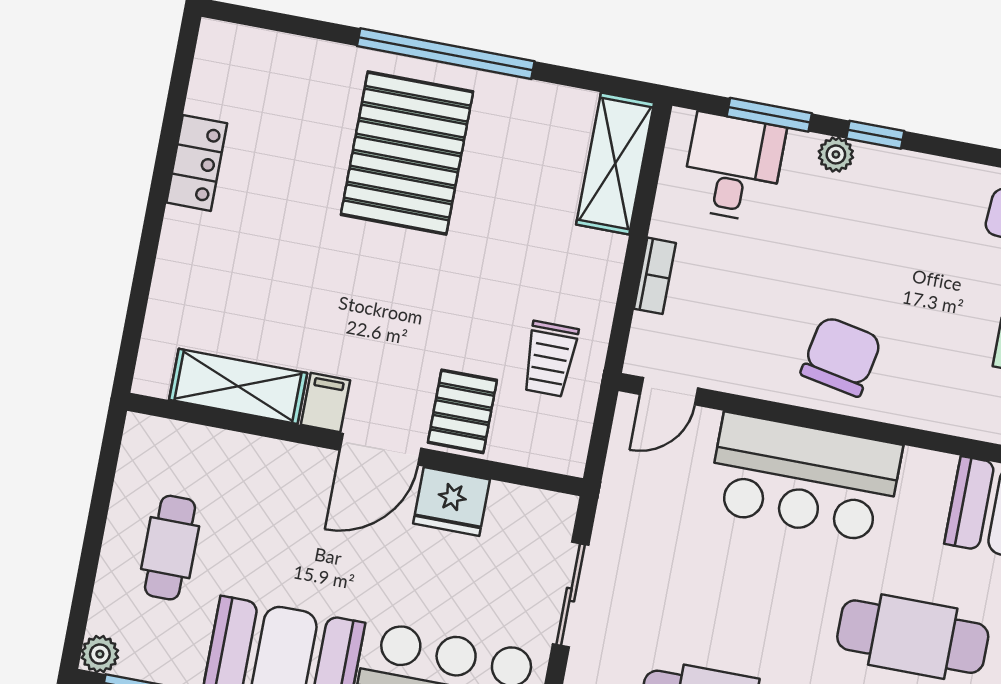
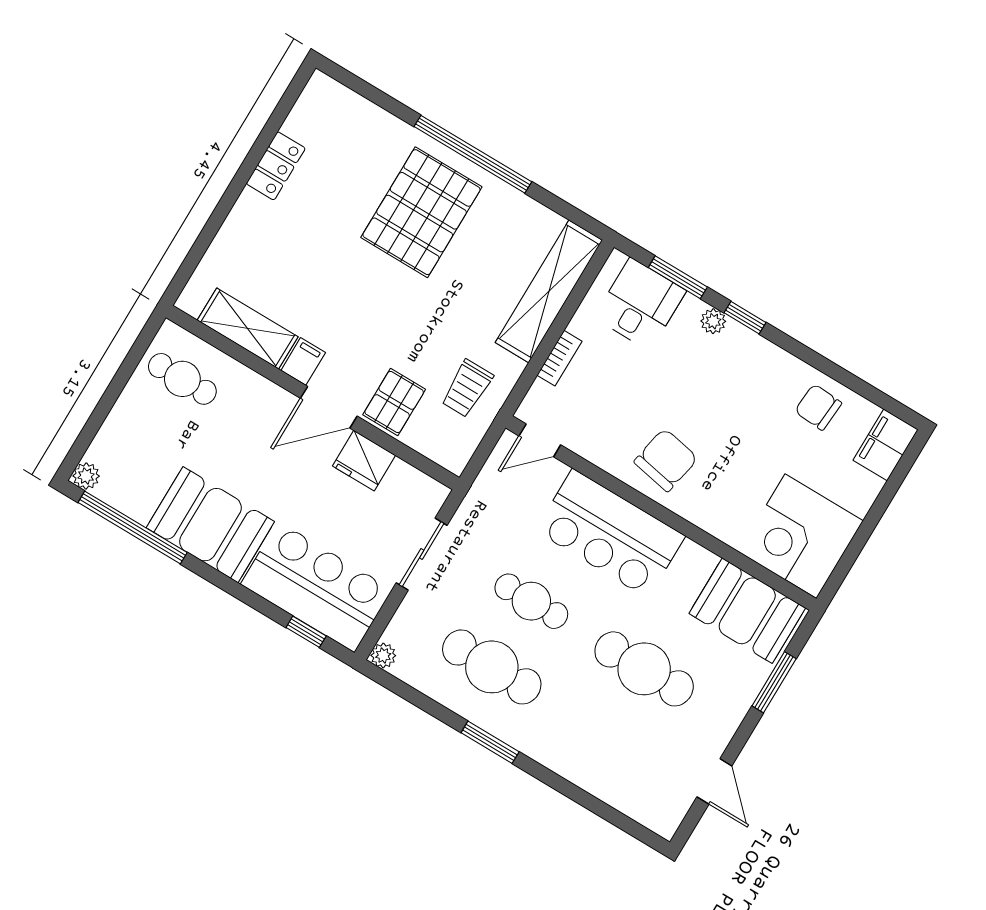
shelving: (615, 164) -> (549, 291), width x1.47
cafe table: (170, 548) -> (182, 379), moved, turned 90
cafe table: (735, 603) -> (531, 601), added

